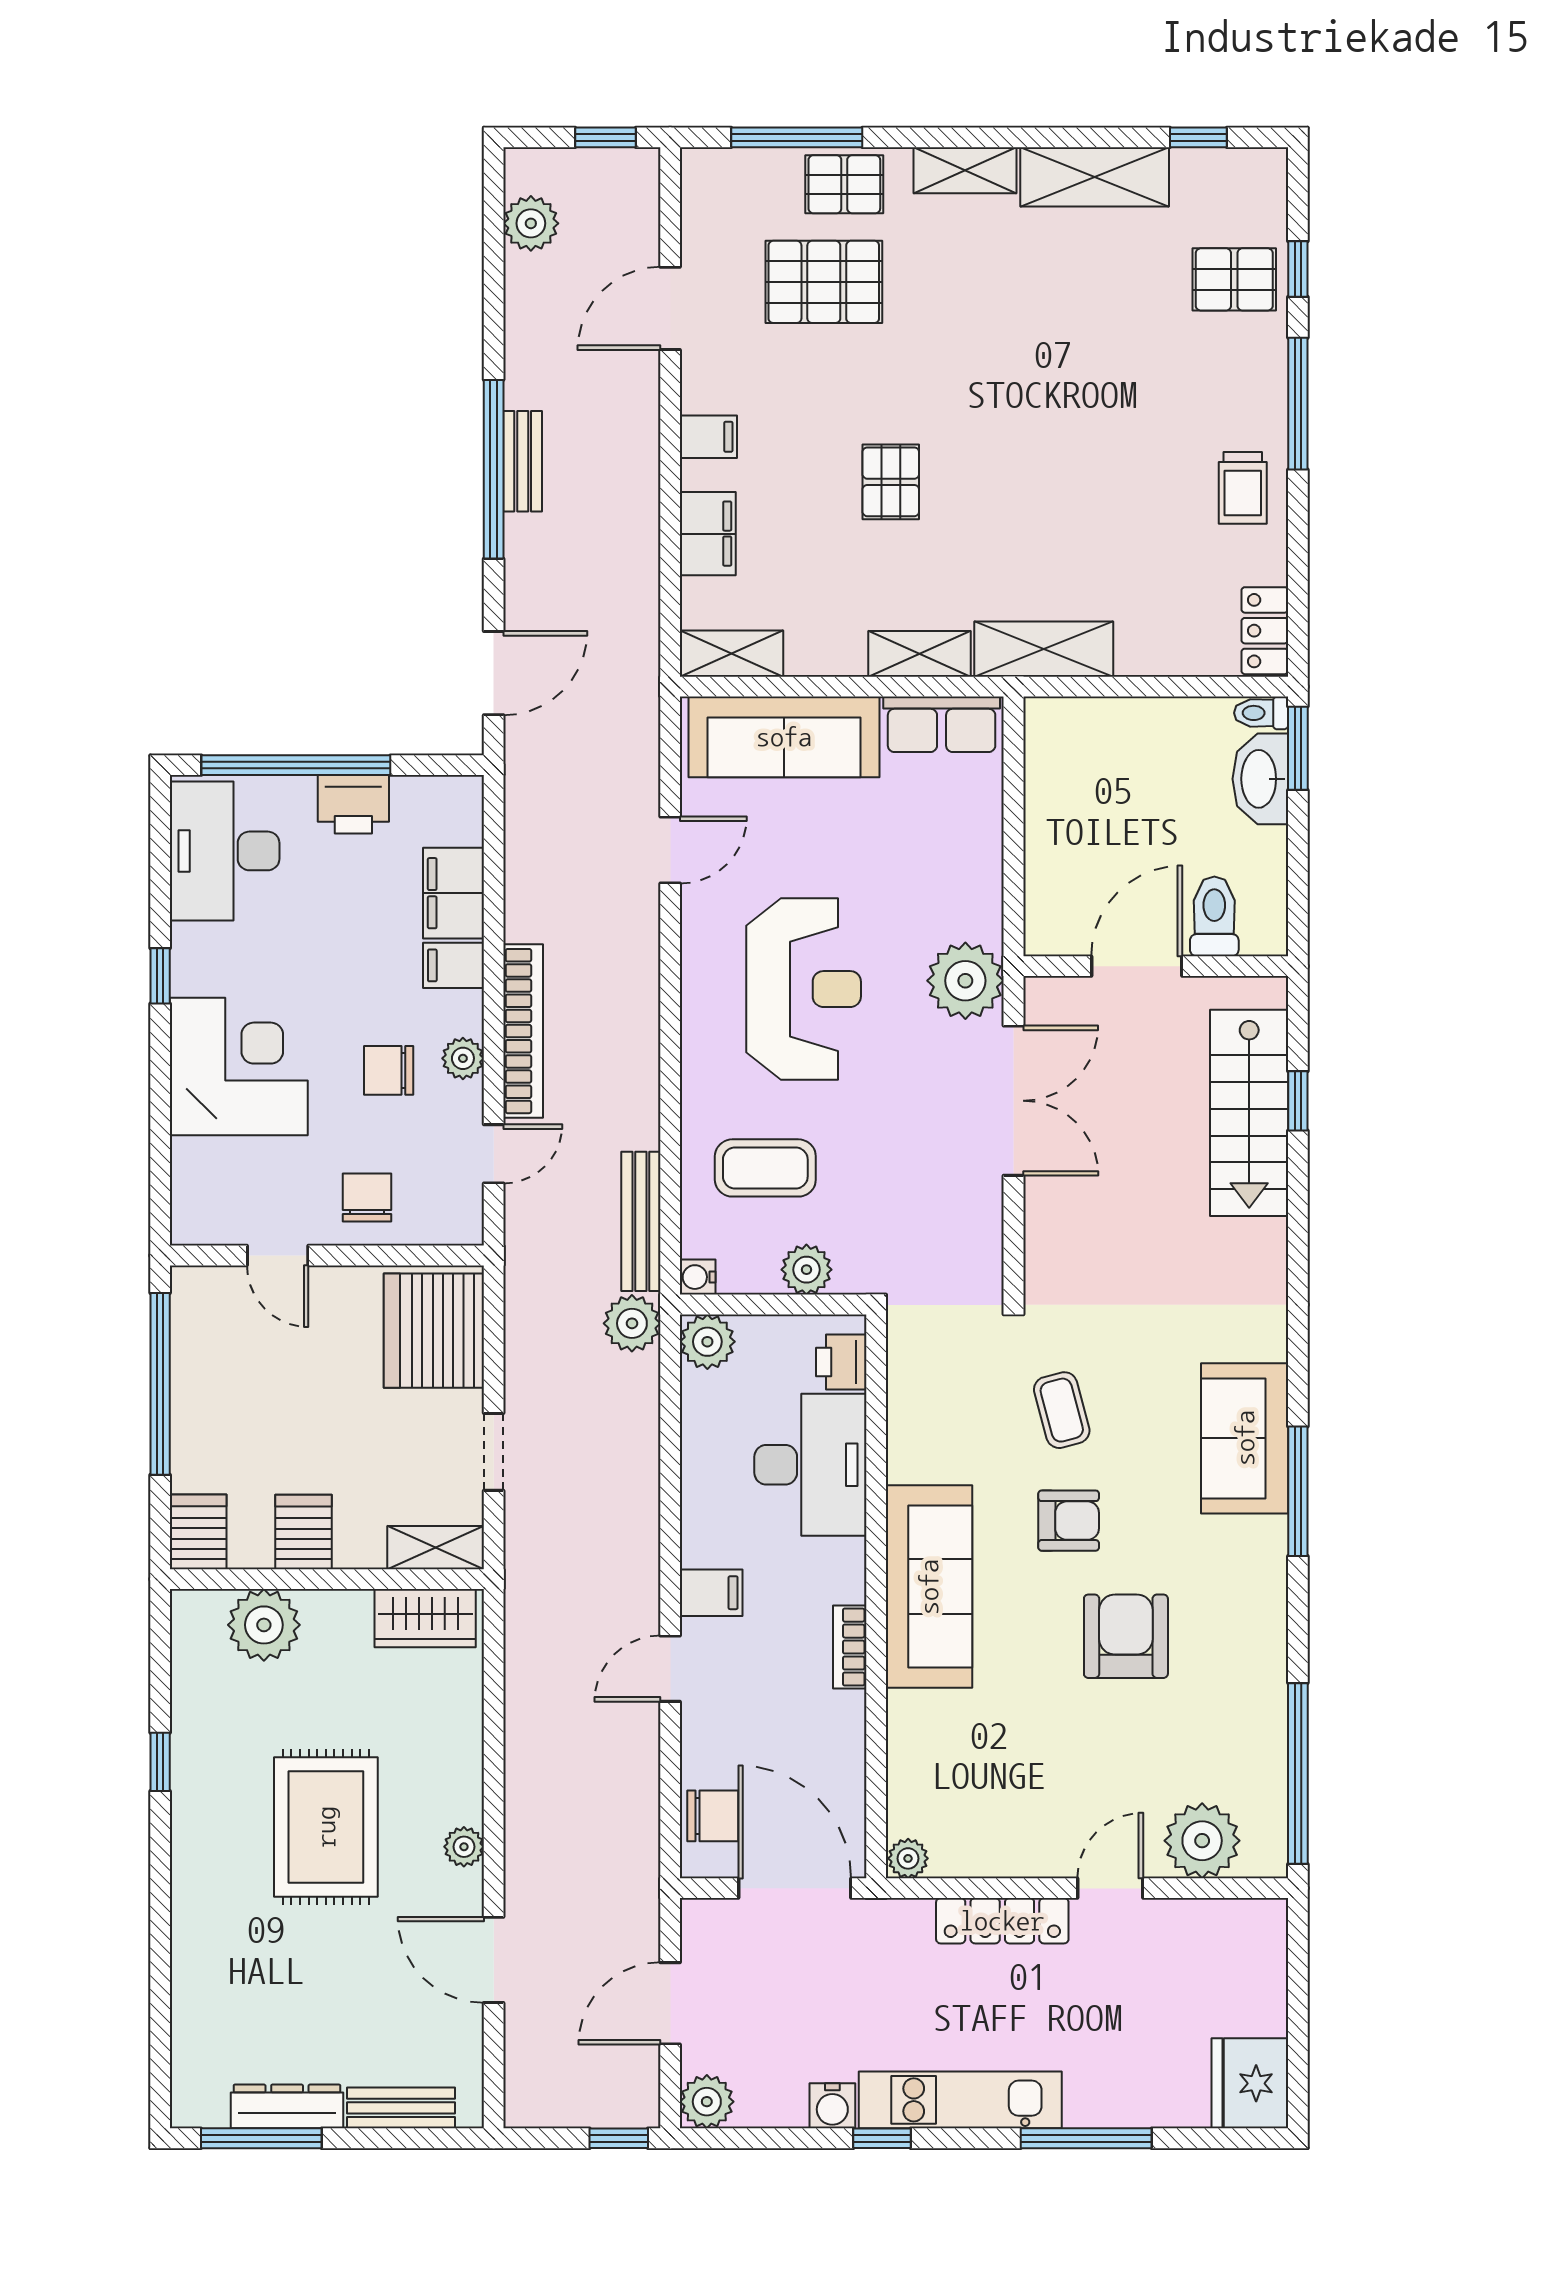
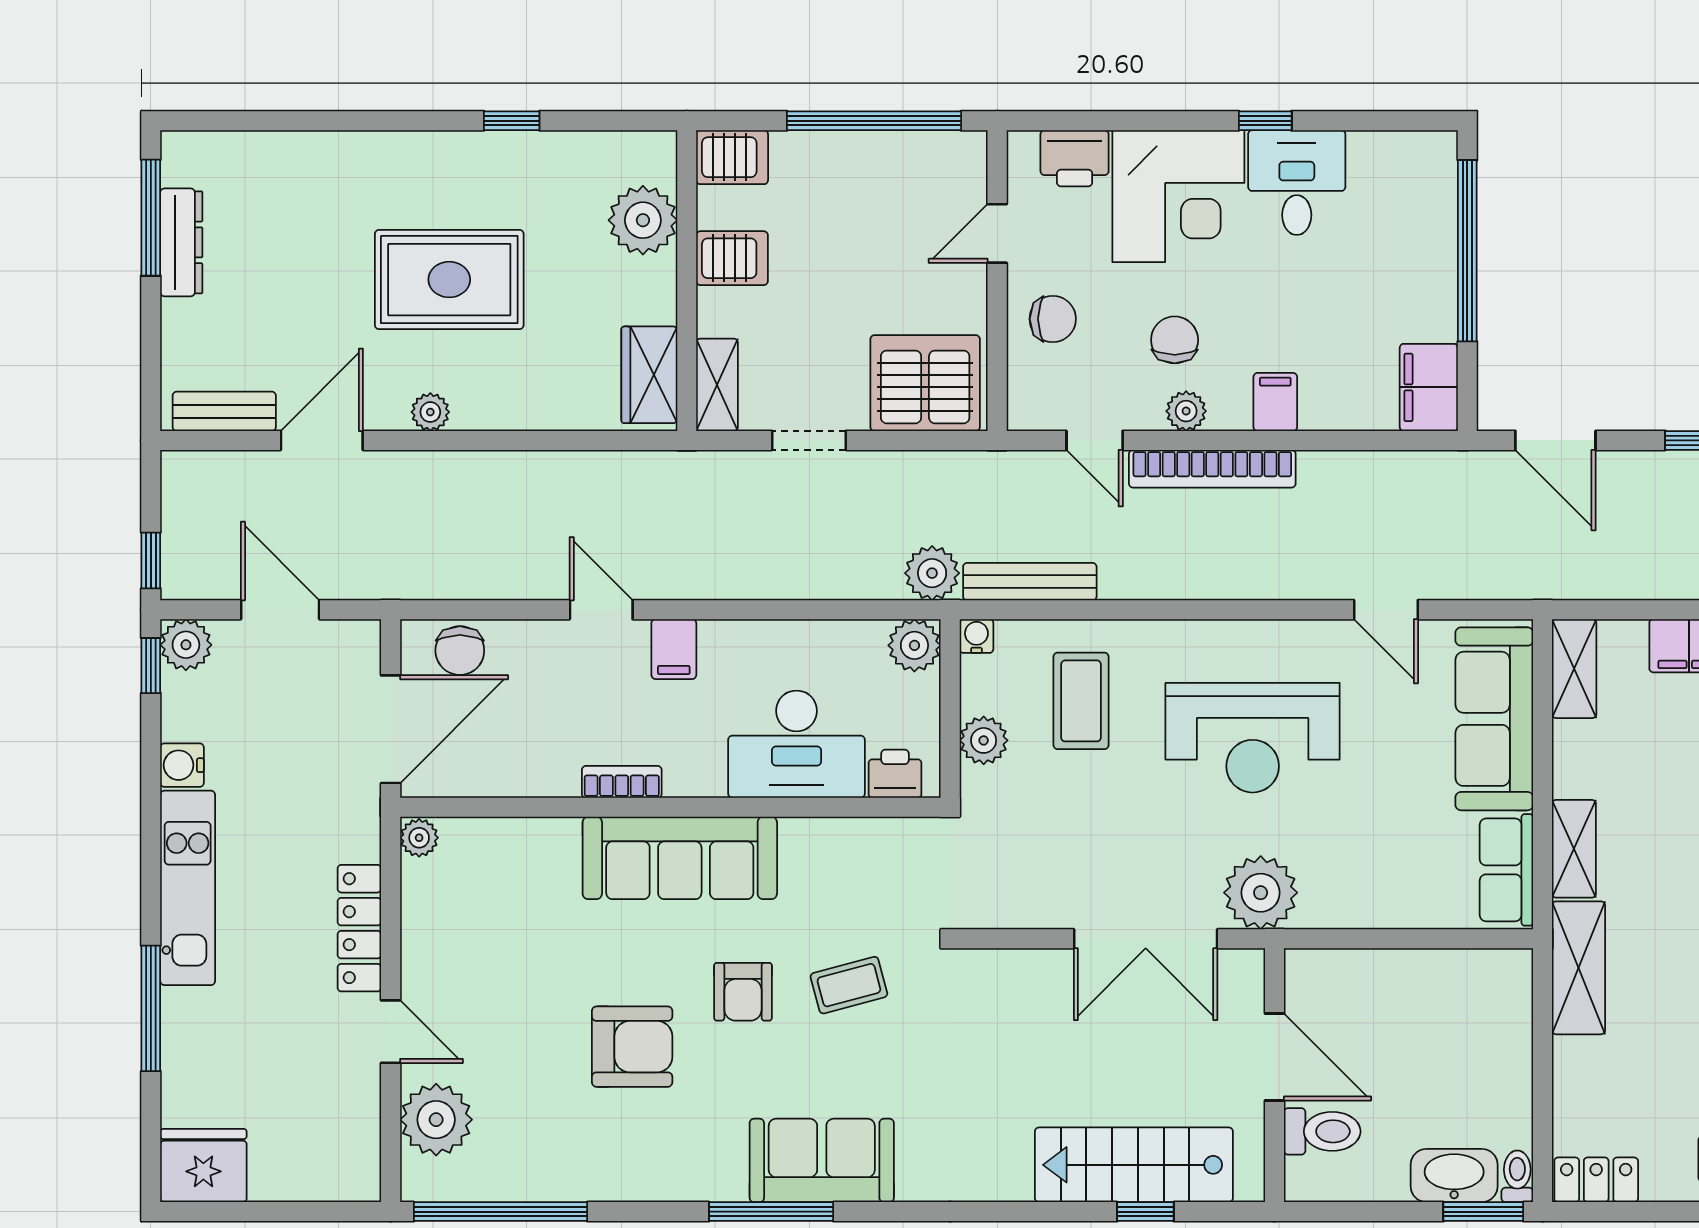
printer: (353, 804) -> (1075, 158), moved, turned -90
desk: (225, 851) -> (1297, 183), moved, width x0.73
filing cabinet: (453, 893) -> (1429, 387), moved, turned -90
bench: (401, 2108) -> (224, 411), moved, turned 90
window: (882, 2138) -> (151, 666), moved

